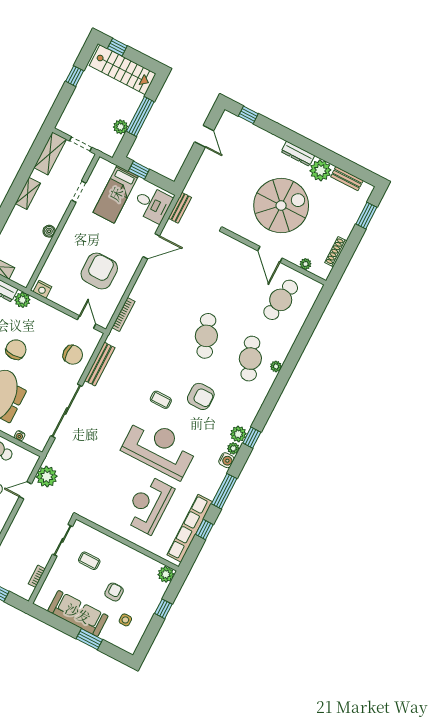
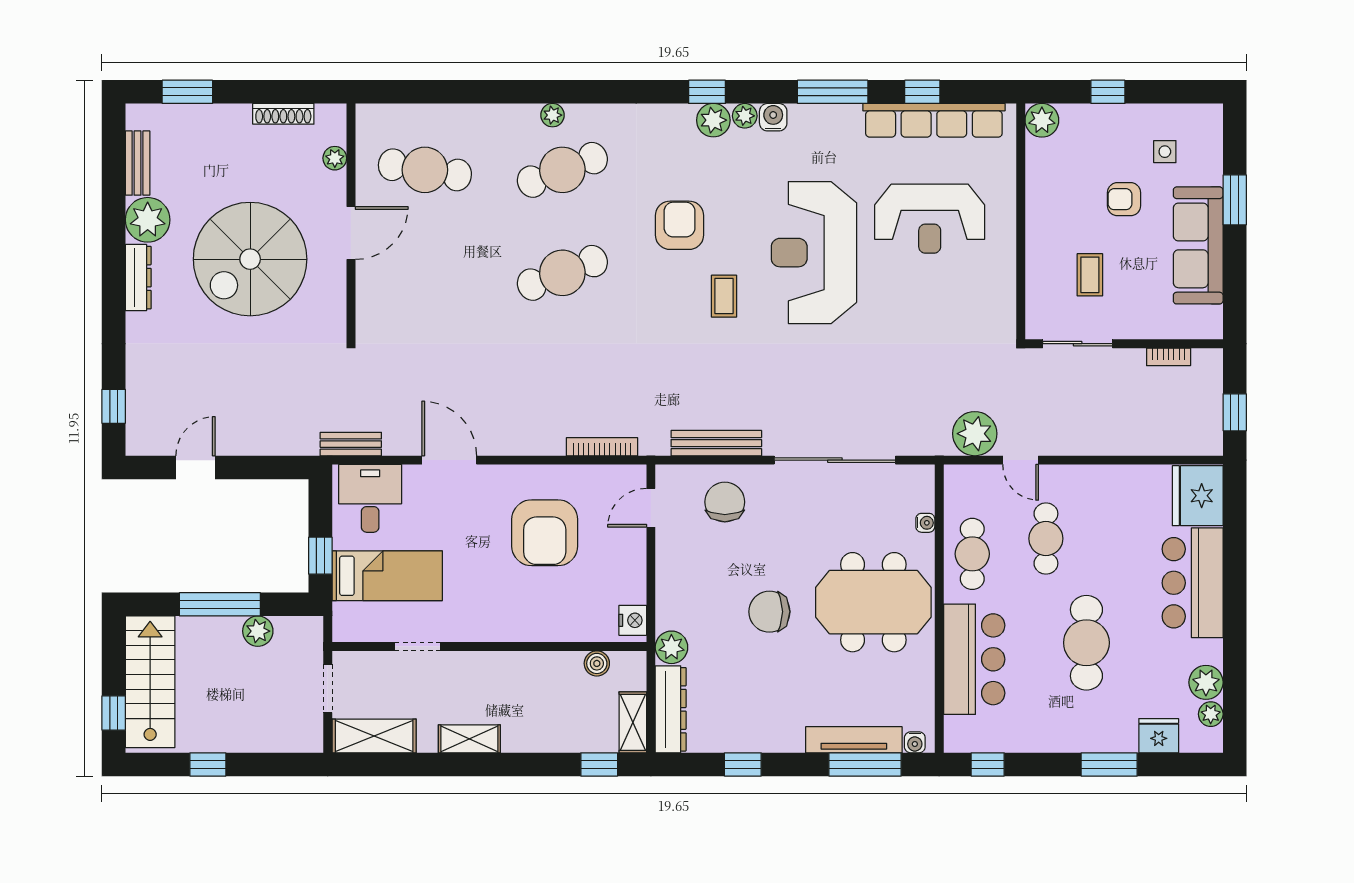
spiral stairs: (281, 206) -> (250, 259), turned -90
boiler: (49, 231) -> (597, 663), moved
armchair: (99, 271) -> (545, 533), turned -90

